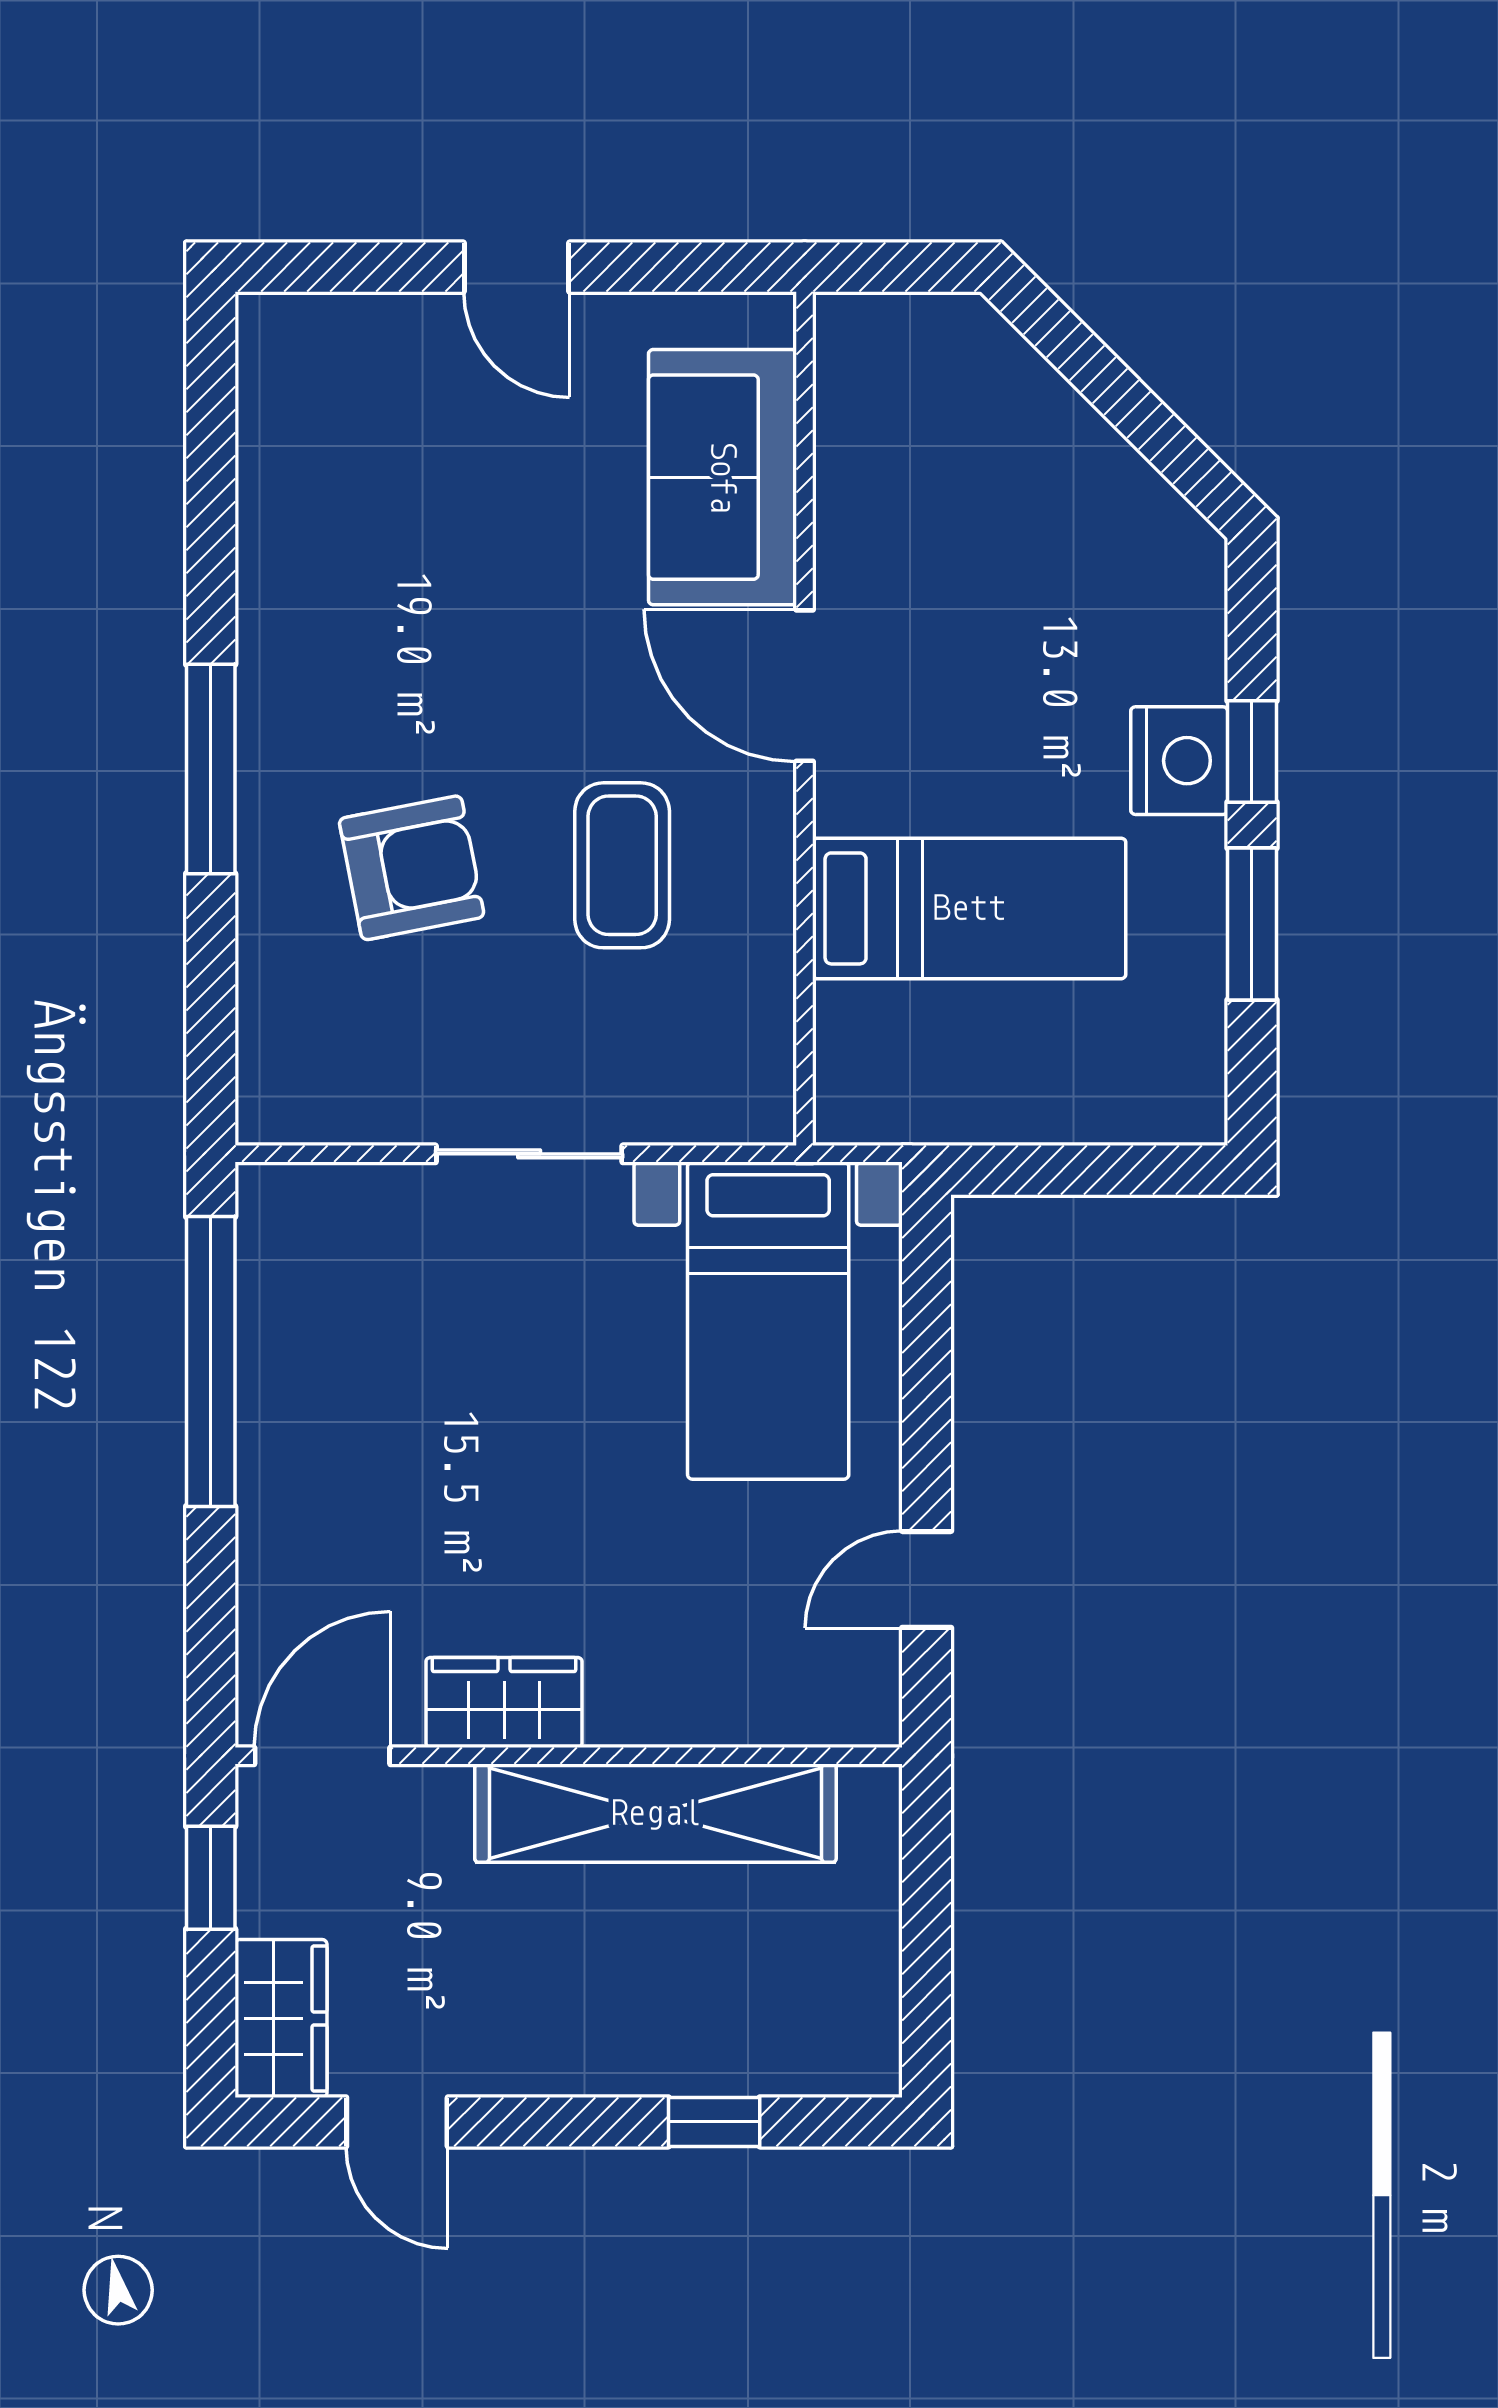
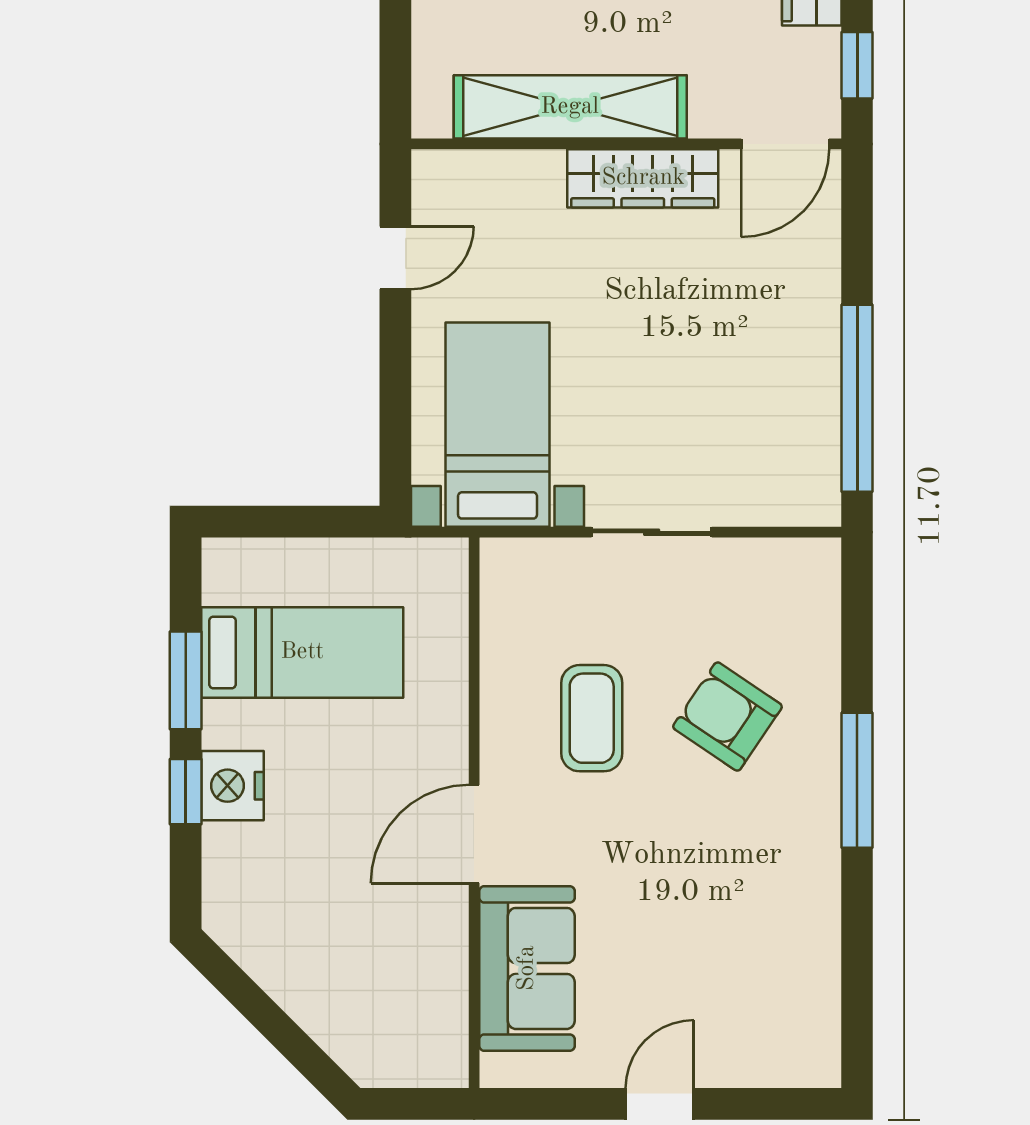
door: (516, 267) -> (660, 1104), hinge flipped
door: (805, 686) -> (474, 834), swing flipped
armchair: (412, 868) -> (727, 717), turned 45
bed: (969, 908) -> (302, 652), moved, turned 180
wardrobe: (504, 1702) -> (643, 178), width x1.50

